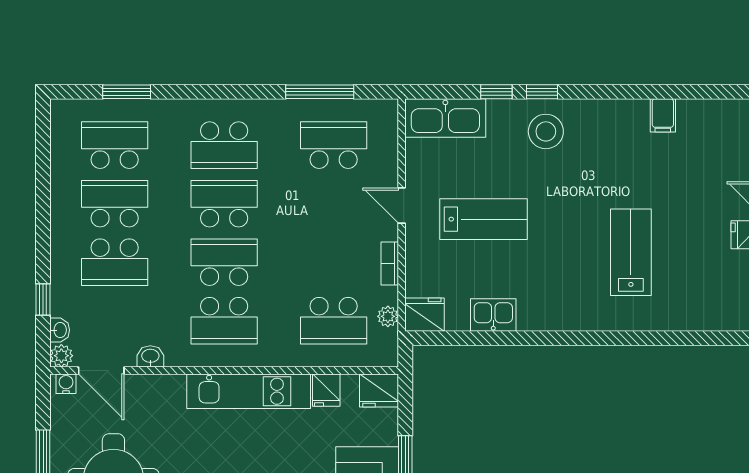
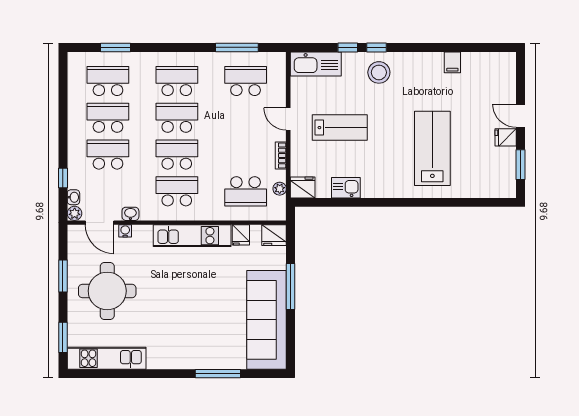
school desk: (224, 145) -> (177, 81), turned 180
lab bench: (631, 252) -> (432, 148), width x1.36, depth x1.39
school desk: (115, 262) -> (108, 155), turned 180
school desk: (224, 321) -> (177, 191), turned 180
water cooler: (66, 384) -> (125, 231), moved

